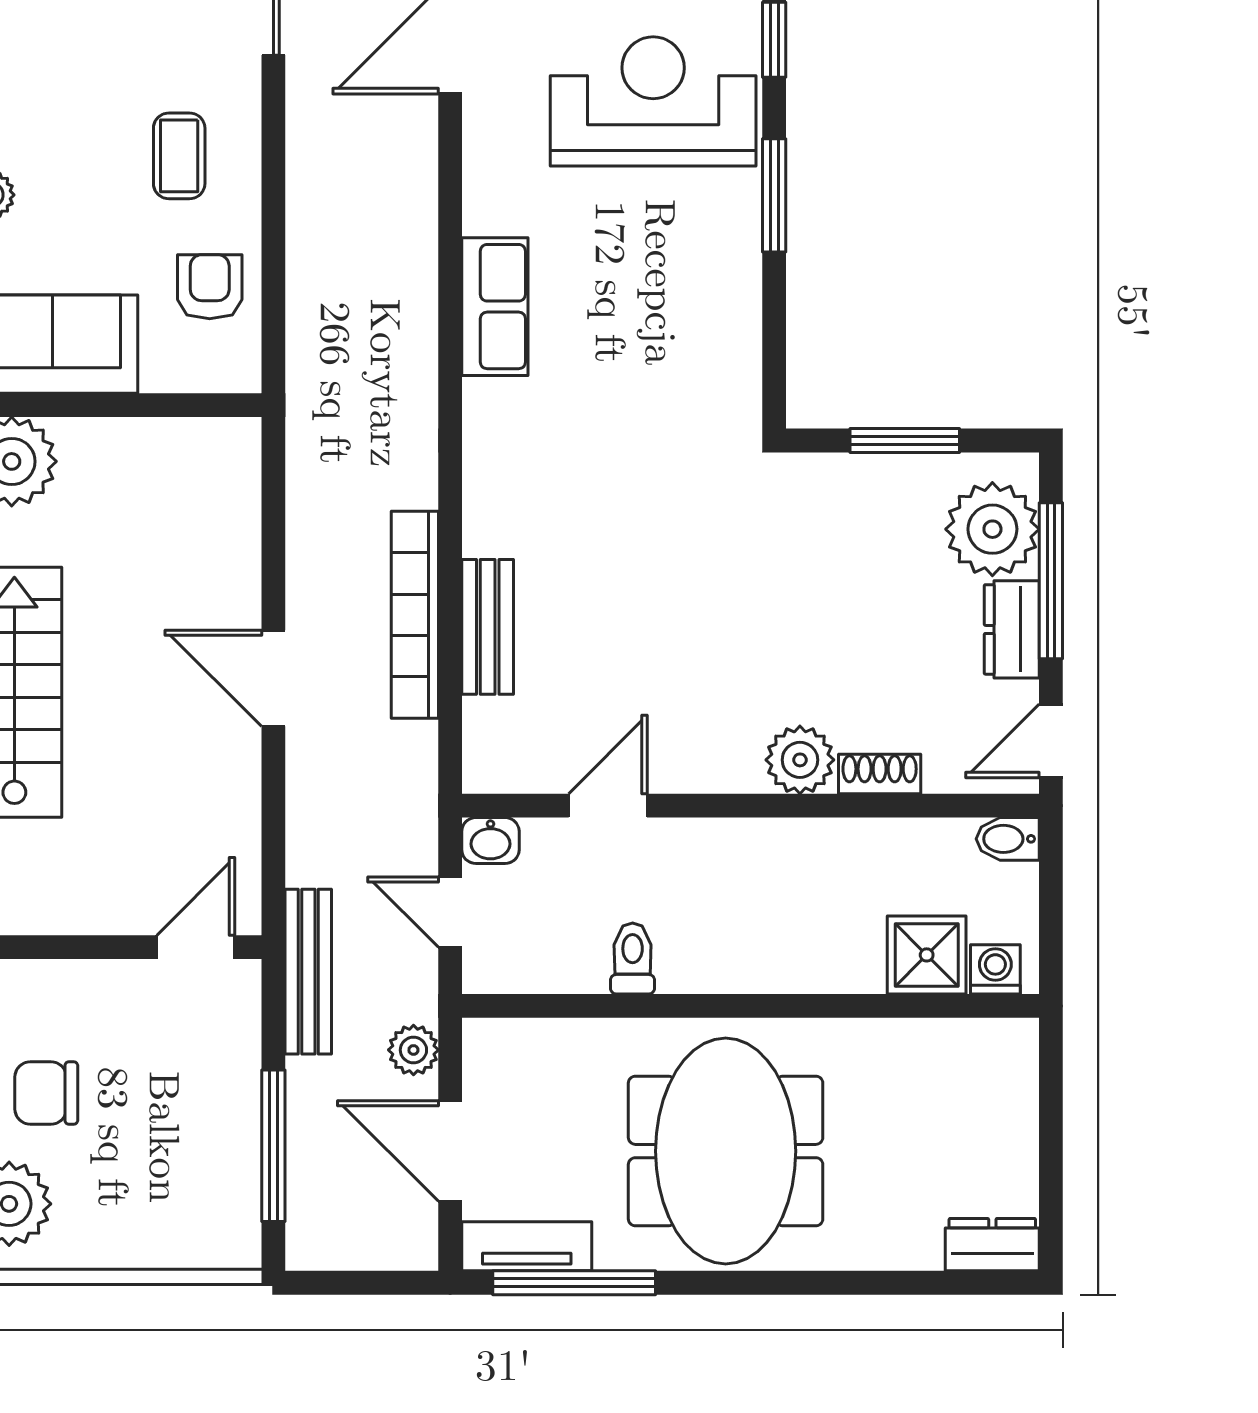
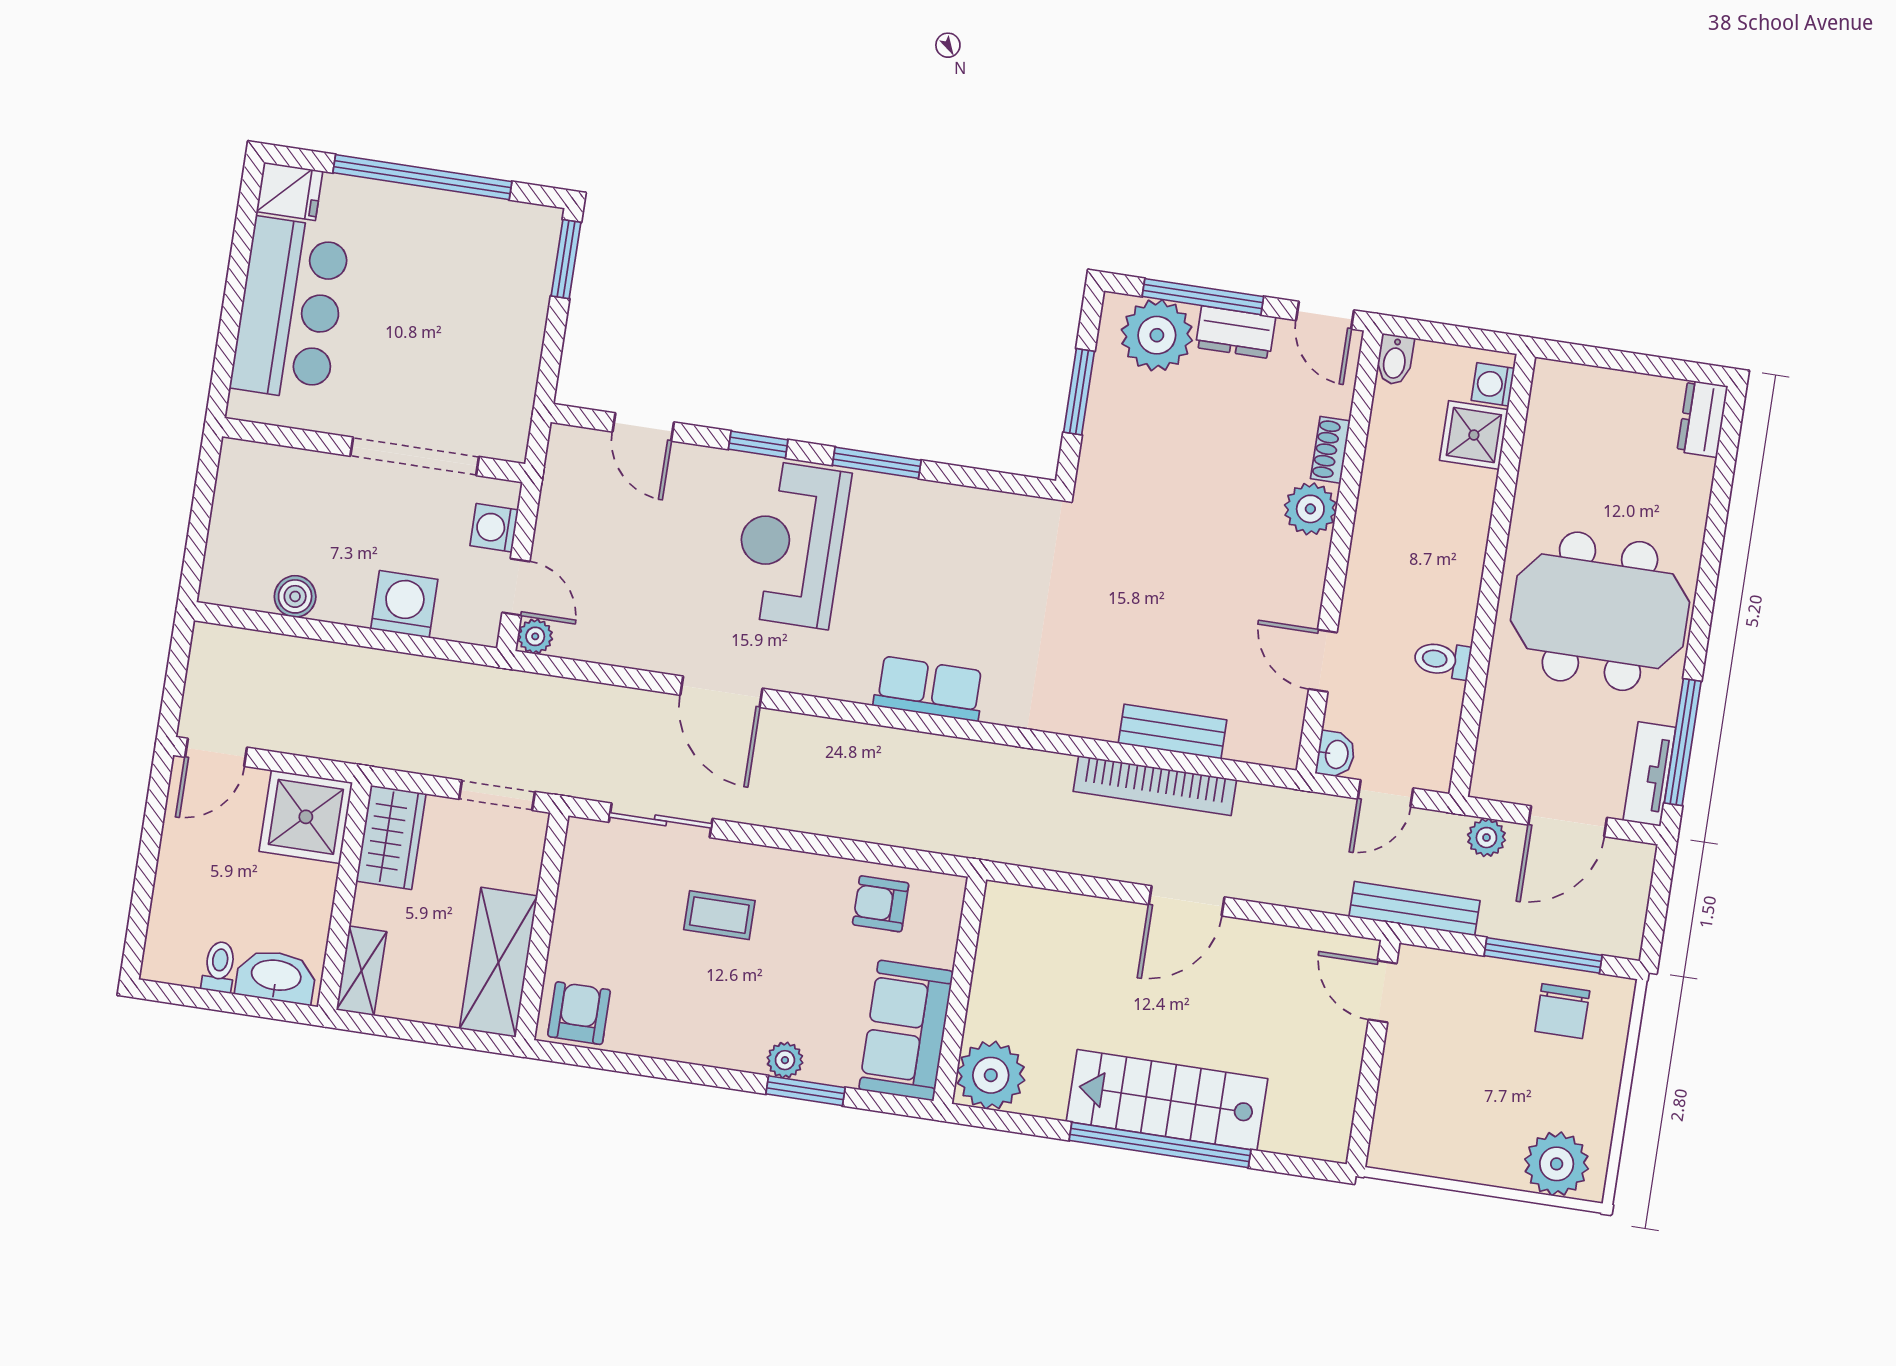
coffee table: (179, 156) -> (719, 915), moved
chair: (46, 1093) -> (1562, 1011), moved

